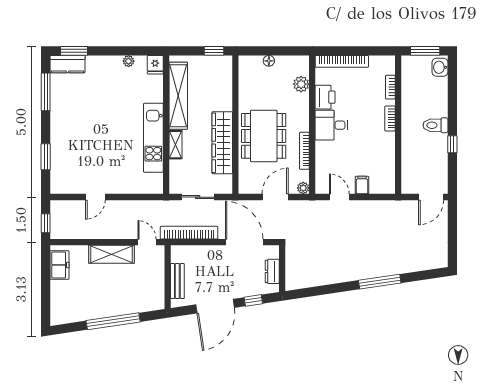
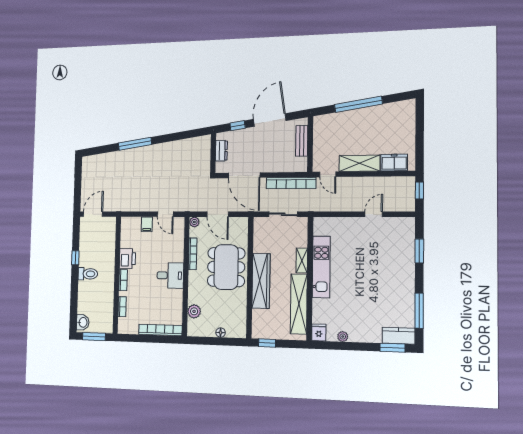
printer: (325, 97) -> (127, 259), moved, turned 180
wardrobe: (222, 143) -> (261, 281), moved
door: (275, 197) -> (218, 214), hinge flipped
freezer: (59, 265) -> (394, 162), moved, turned 90

